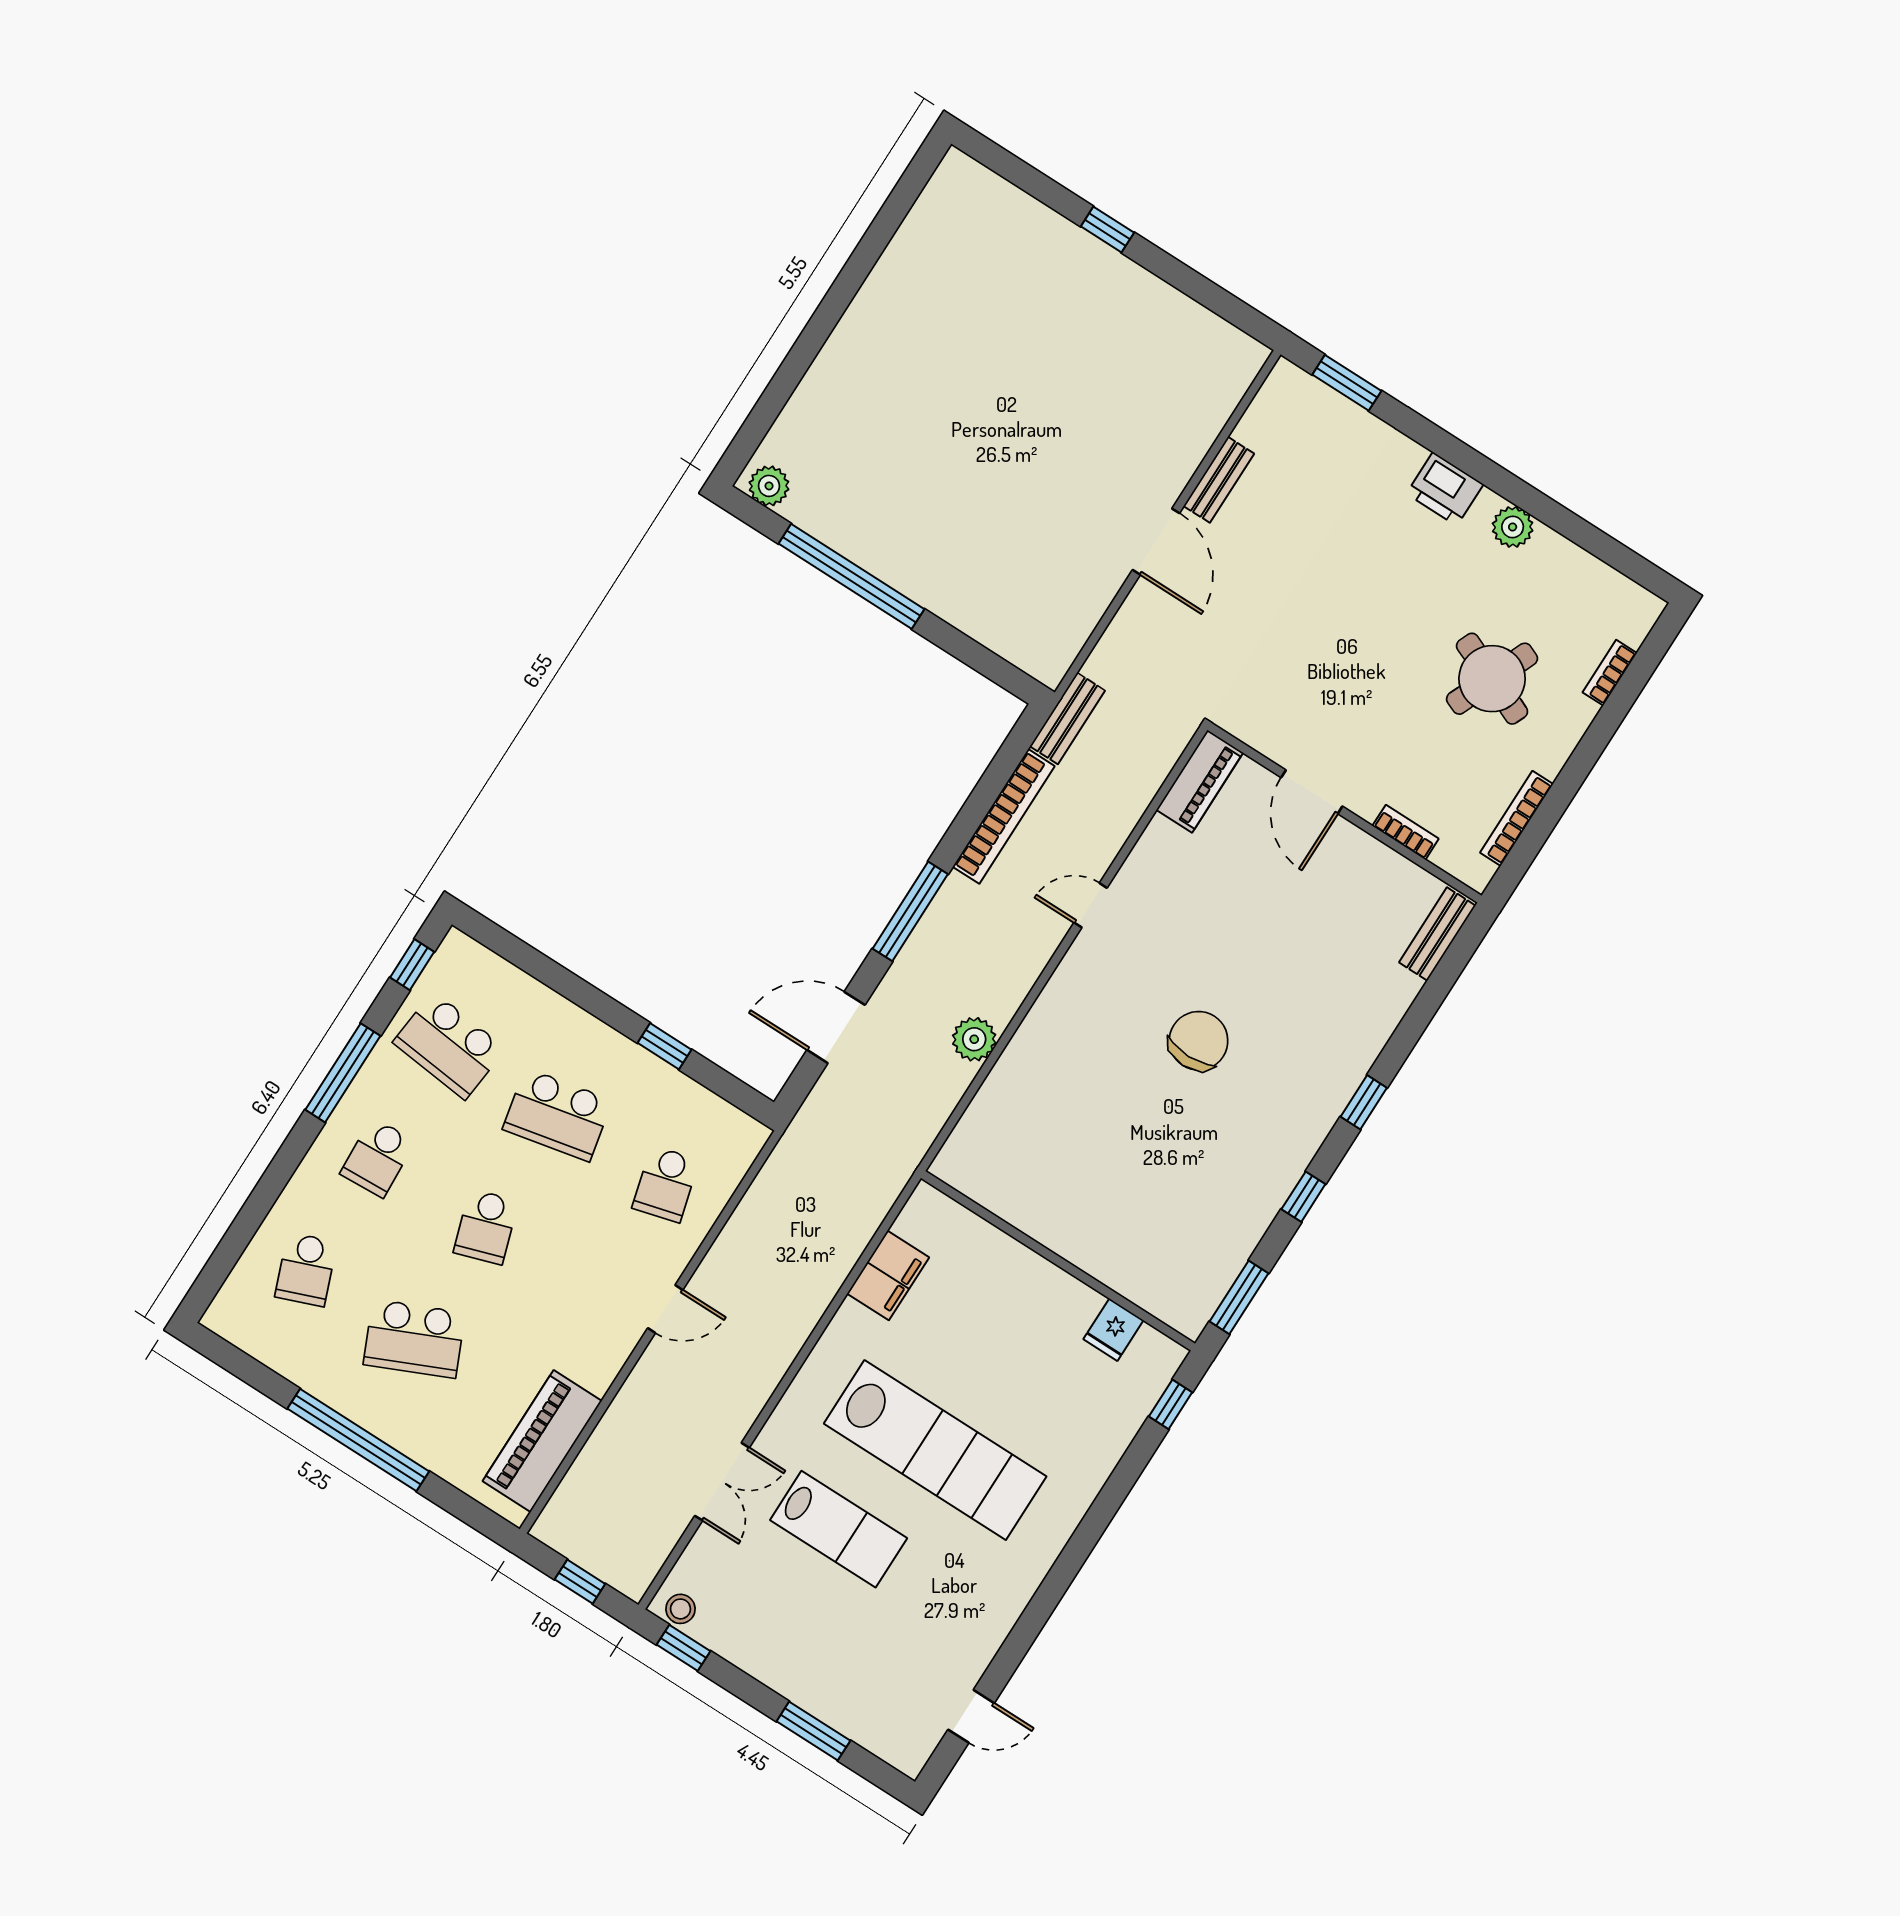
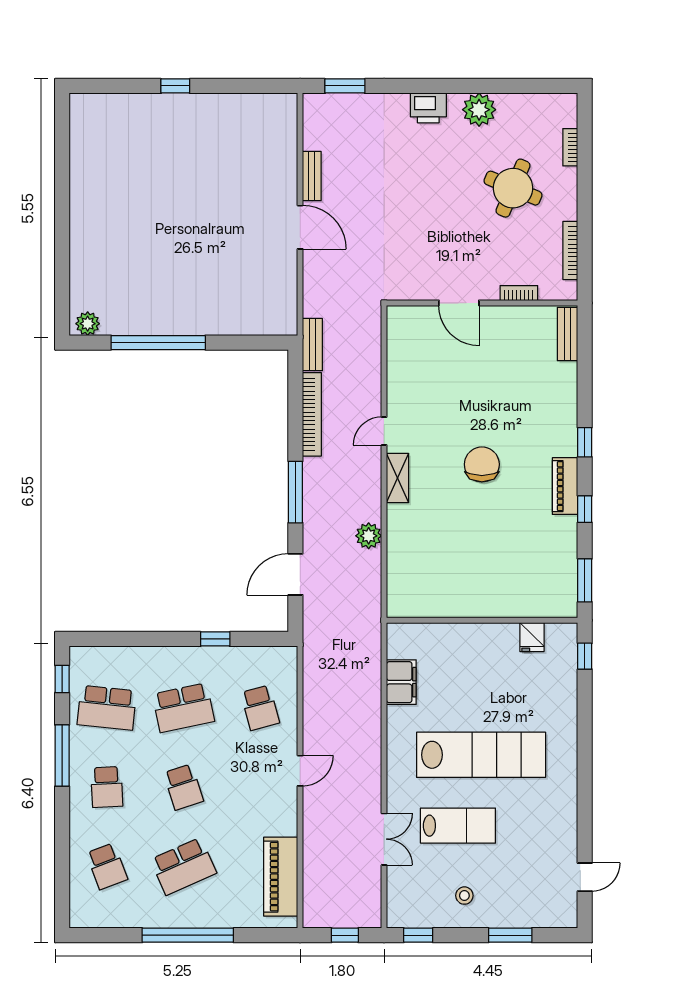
plant: (1513, 527) -> (479, 110), width x1.36, depth x1.36
piano: (1200, 781) -> (565, 486), moved, turned 180
shelving: (1067, 984) -> (397, 478), added
stool: (680, 1609) -> (464, 896), moved

